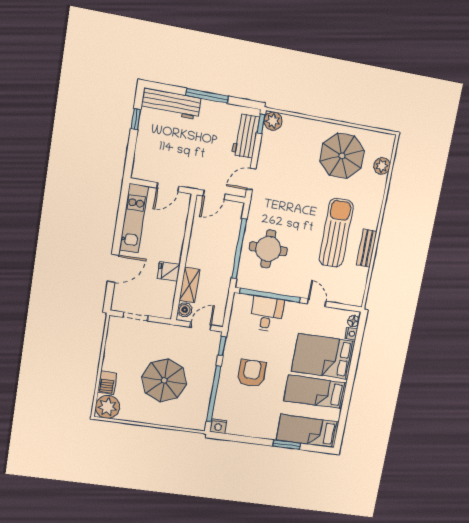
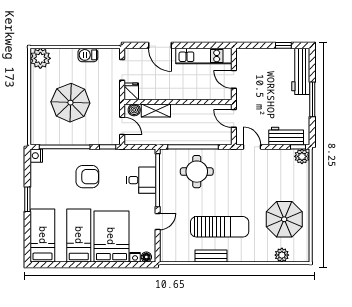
fridge: (169, 271) -> (131, 91), moved
barbecue: (107, 383) -> (88, 55), moved
window: (287, 445) -> (27, 199), moved

